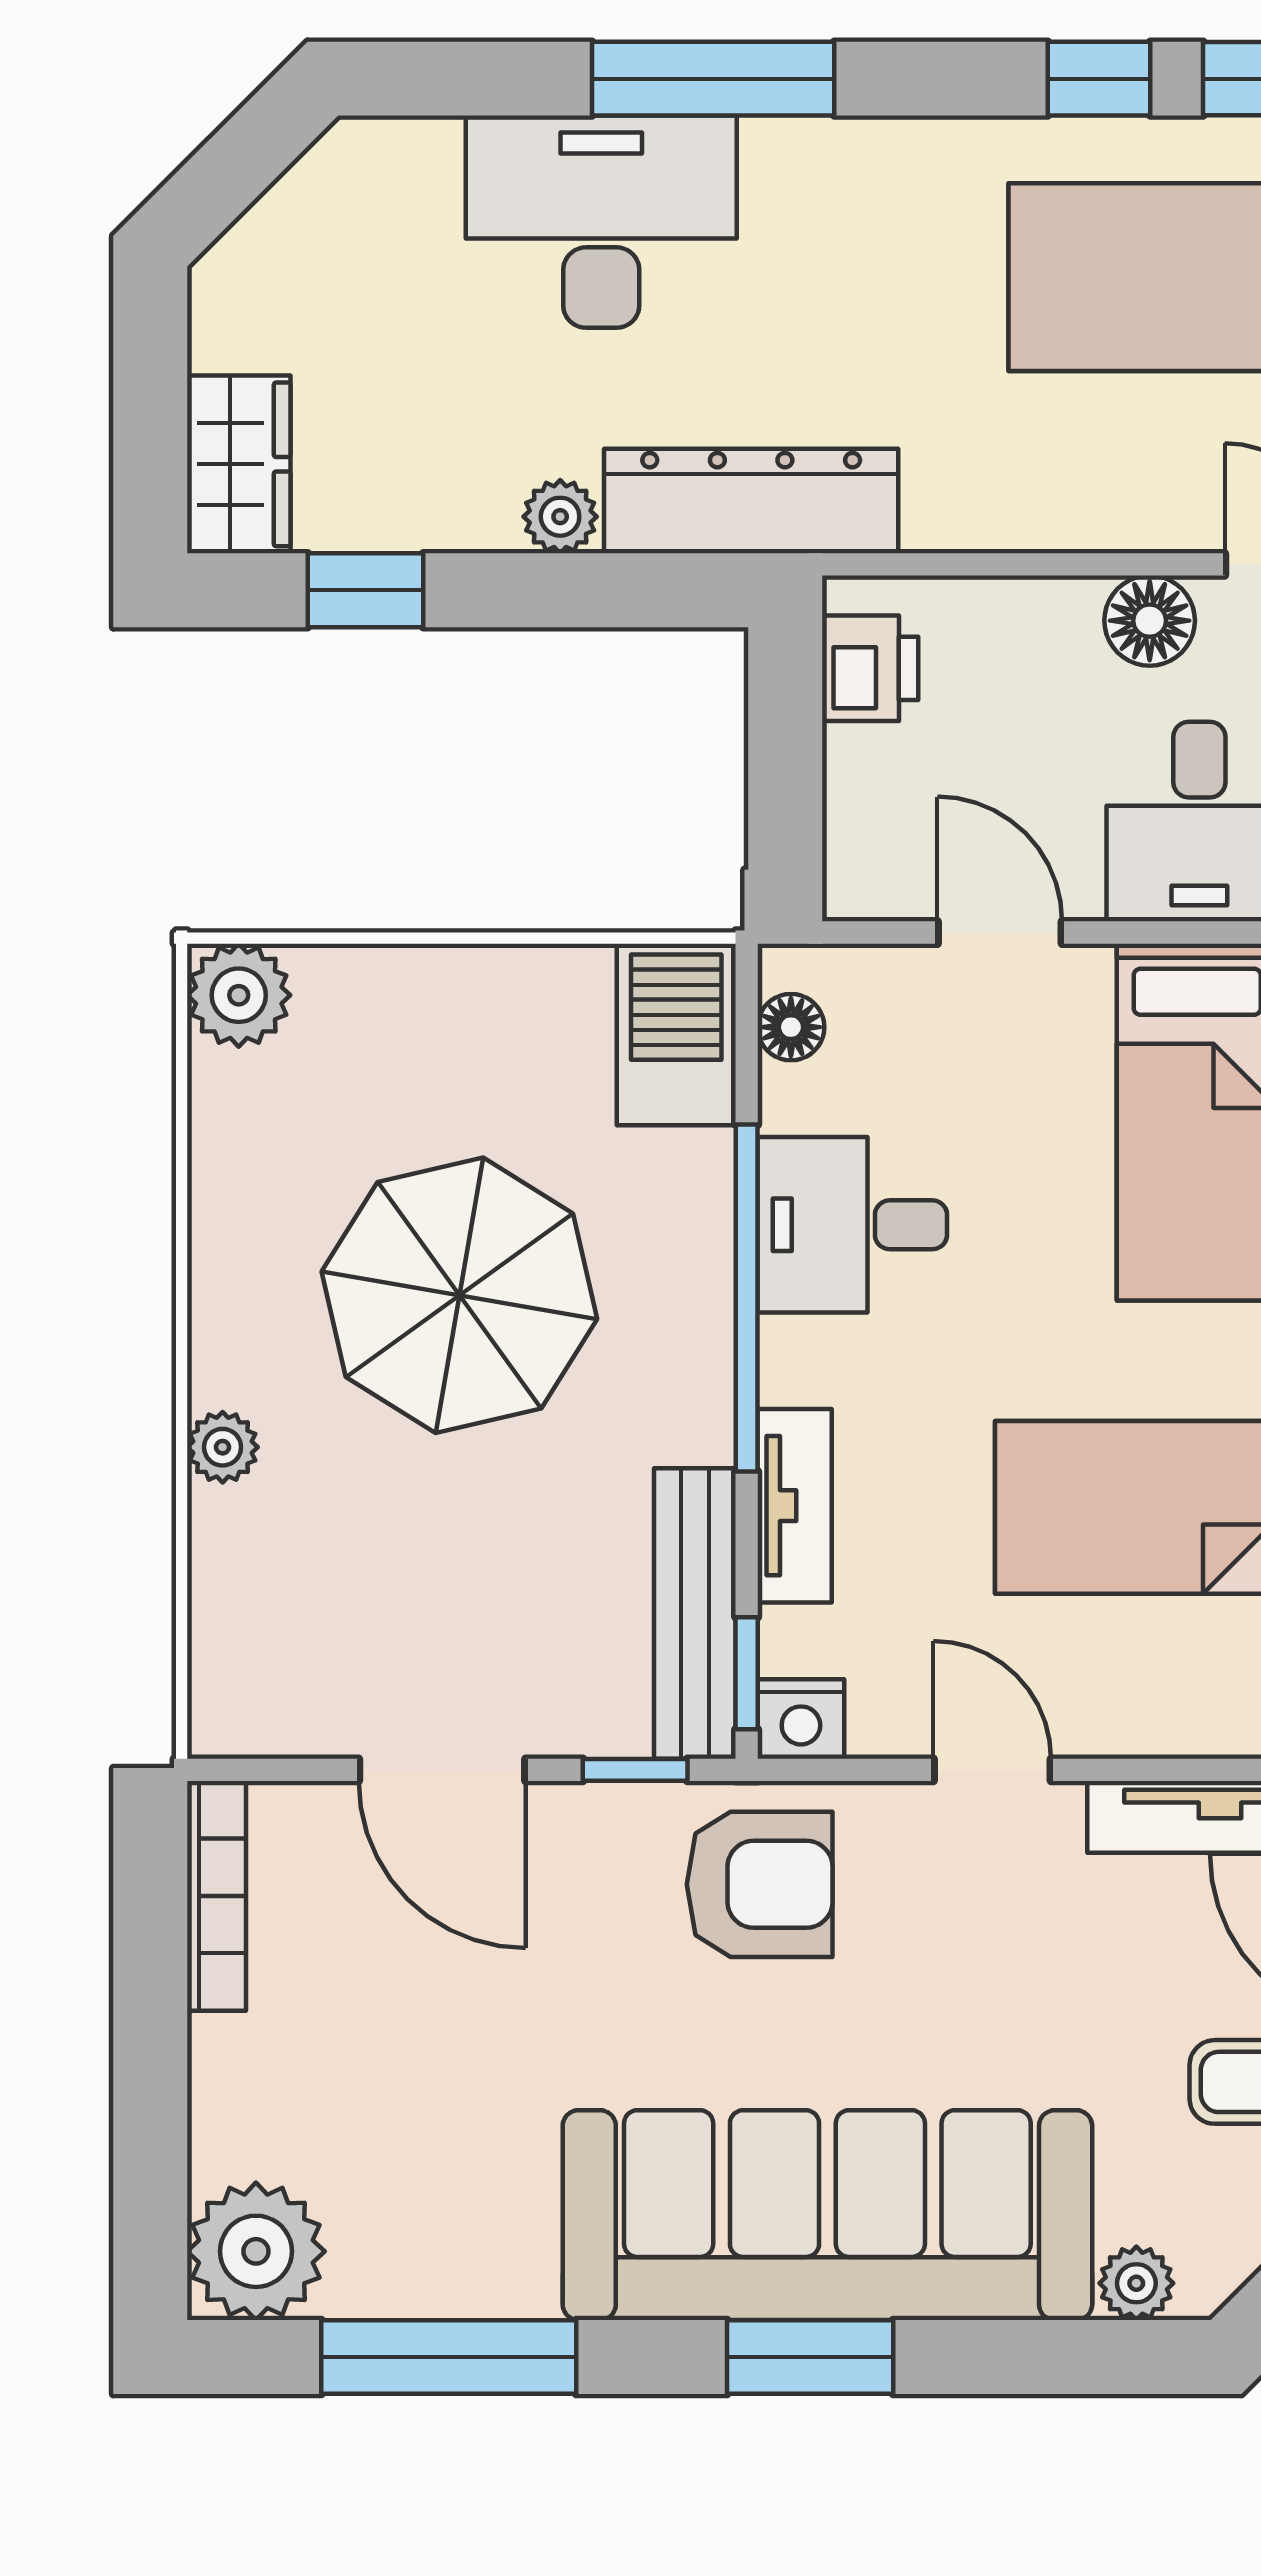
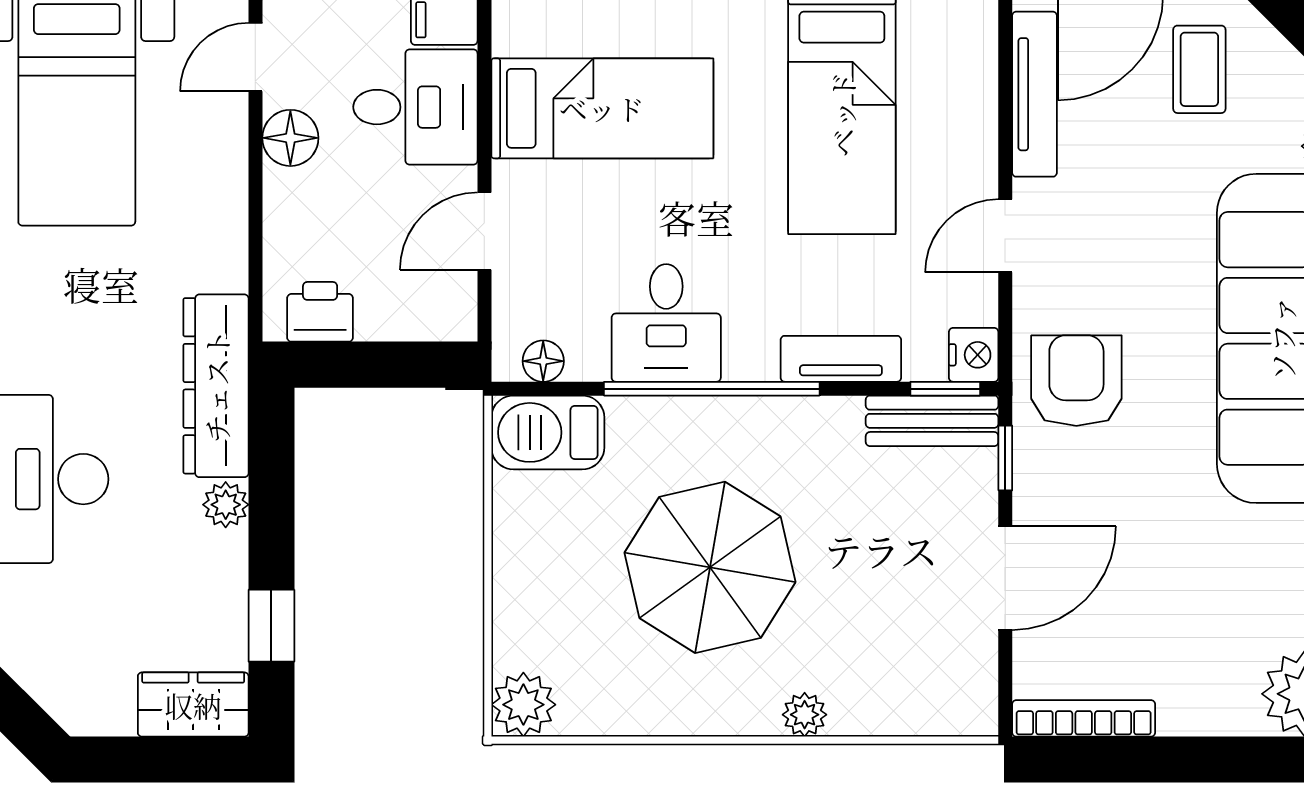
bench: (695, 1613) -> (932, 421), width x0.73

